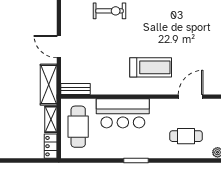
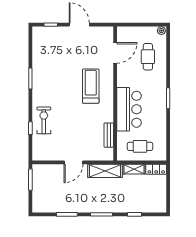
bench: (76, 89) -> (109, 135), moved
door: (191, 97) -> (115, 53), swing flipped
cafe table: (78, 127) -> (140, 146), width x0.73, depth x0.74

